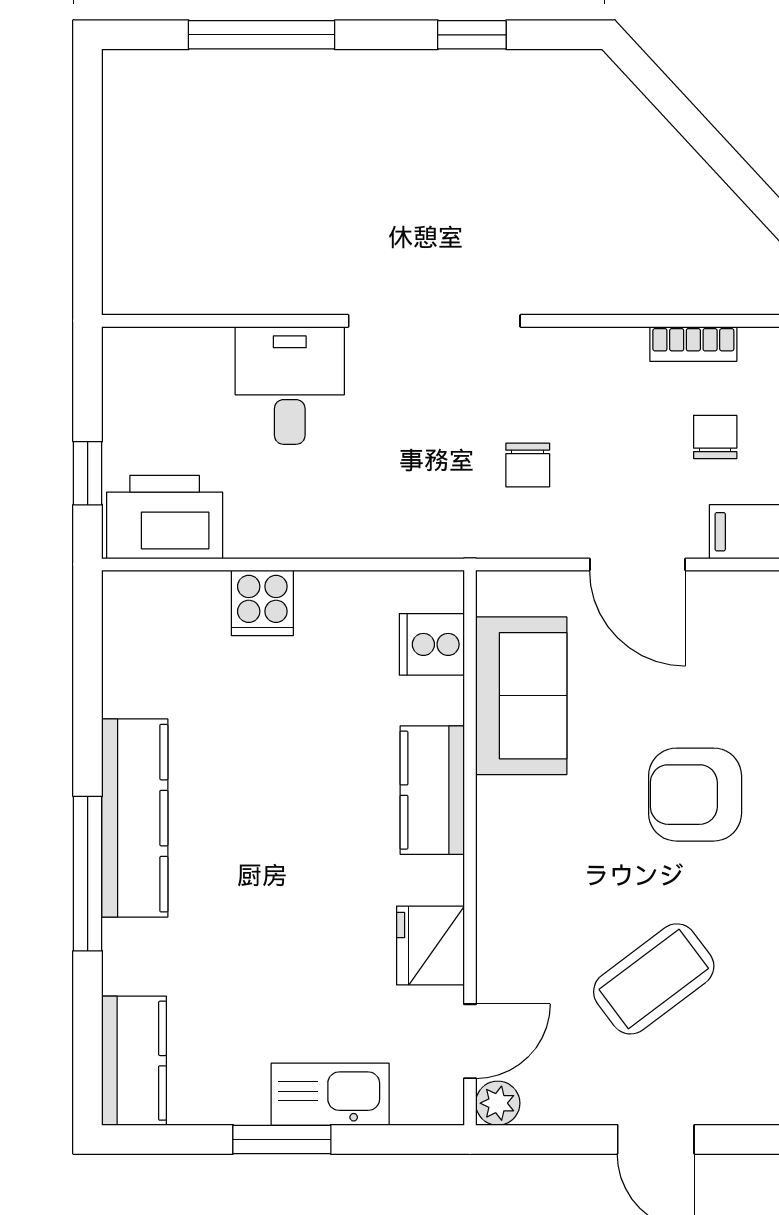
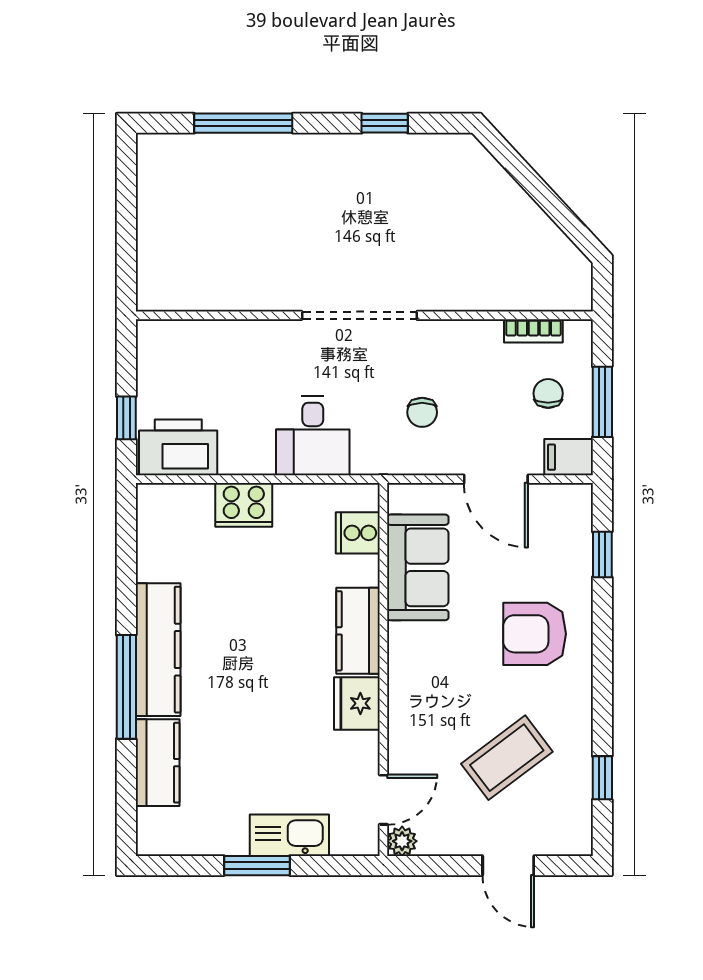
desk: (290, 385) -> (313, 436), moved, turned 180
cooker: (262, 603) -> (244, 505), width x1.36
fridge: (430, 945) -> (357, 703), moved
kitchen counter: (134, 1061) -> (158, 763), moved

